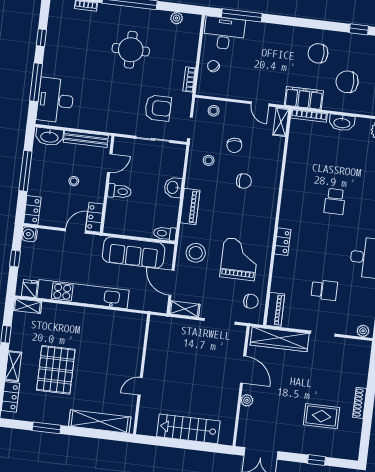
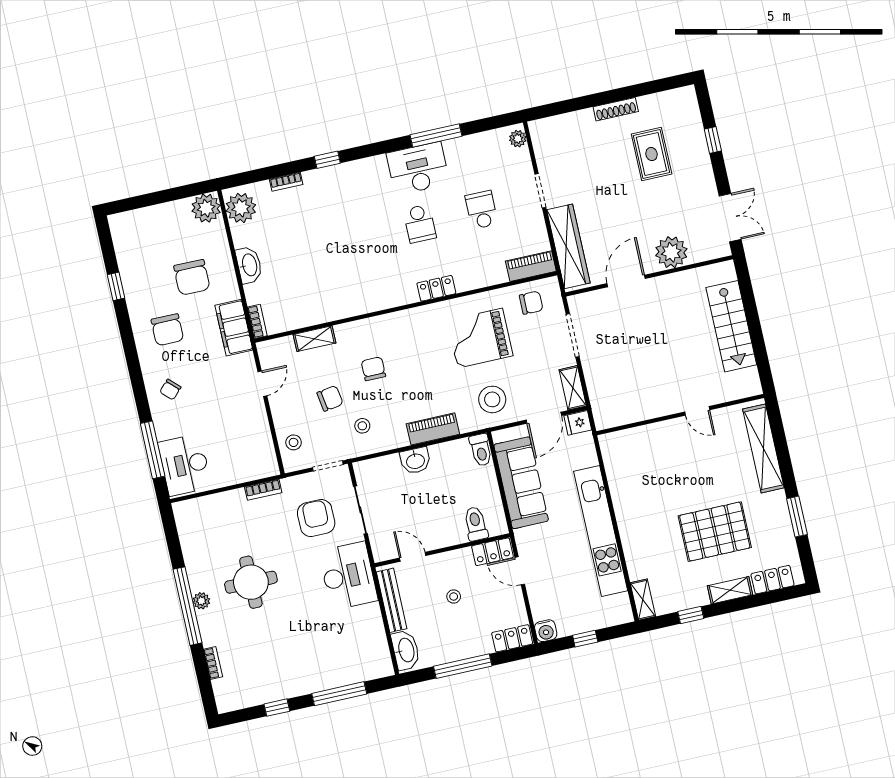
plant: (177, 18) -> (201, 601), moved
chair: (213, 66) -> (170, 390), moved
desk: (55, 100) -> (348, 576), moved, turned -90
bookcase: (309, 116) -> (257, 321), width x0.64
shelving: (281, 122) -> (315, 339), moved
toilet: (120, 191) -> (476, 524), moved
school desk: (335, 201) -> (420, 224), moved, turned 90
fridge: (30, 289) -> (578, 423), moved
chair: (251, 301) -> (531, 303), turned 90
plant: (247, 400) -> (671, 252), width x1.88, depth x1.88

